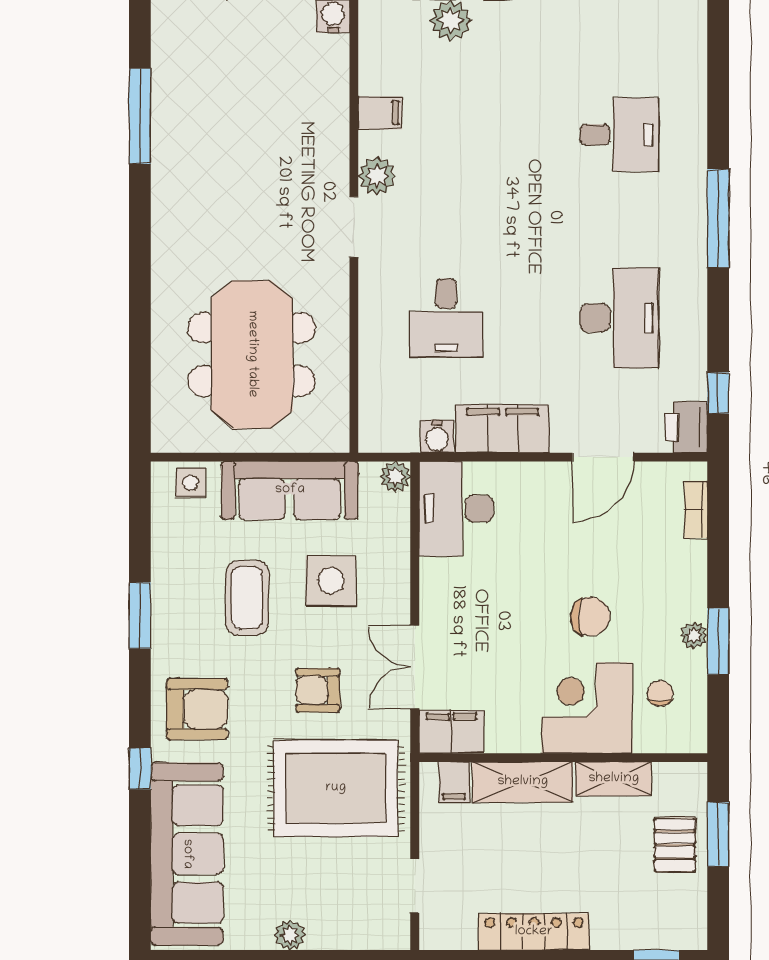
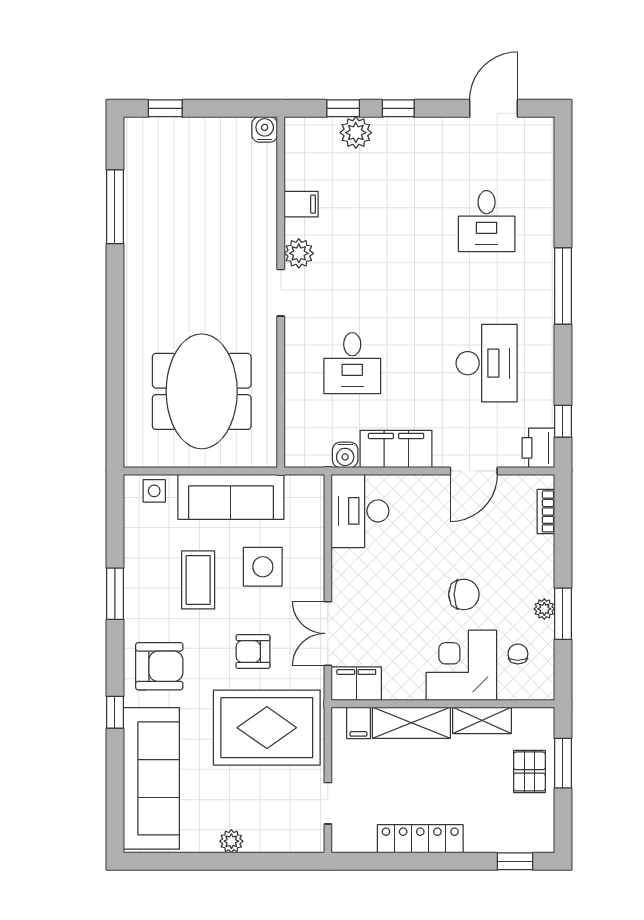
desk: (619, 135) -> (487, 221), turned 90
plant: (395, 477) -> (313, 486), removed

